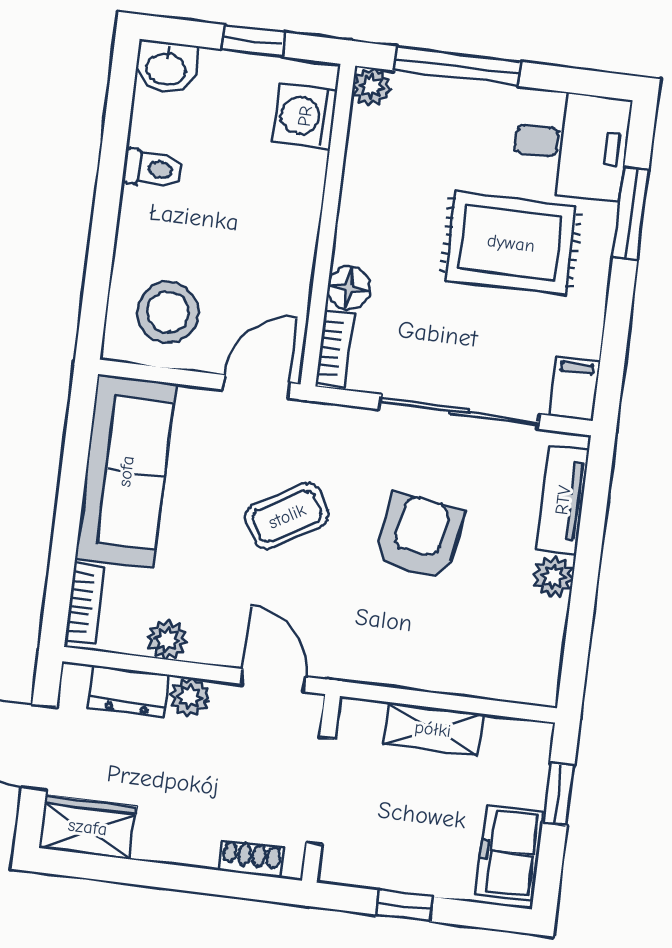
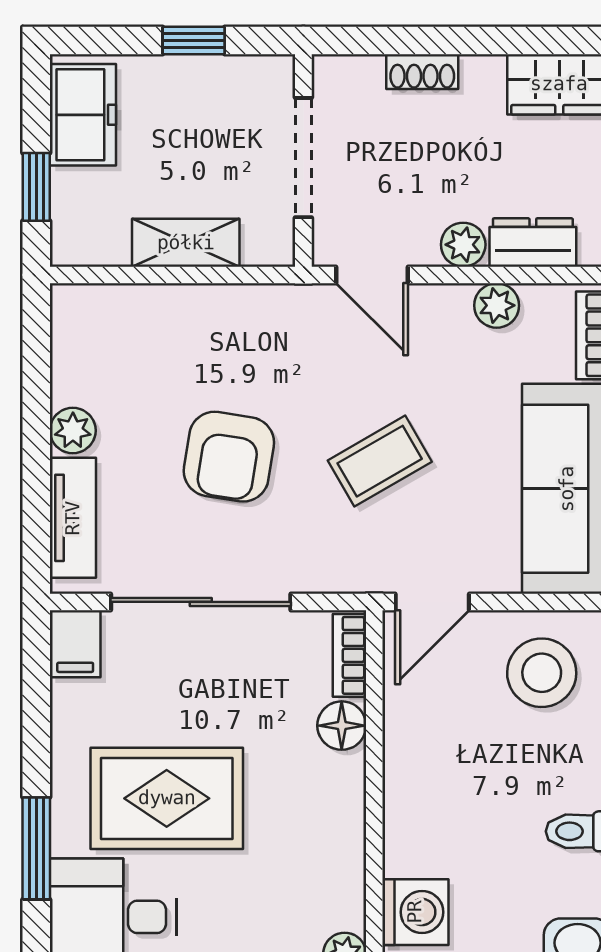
shoe rack: (251, 859) -> (422, 72), moved

